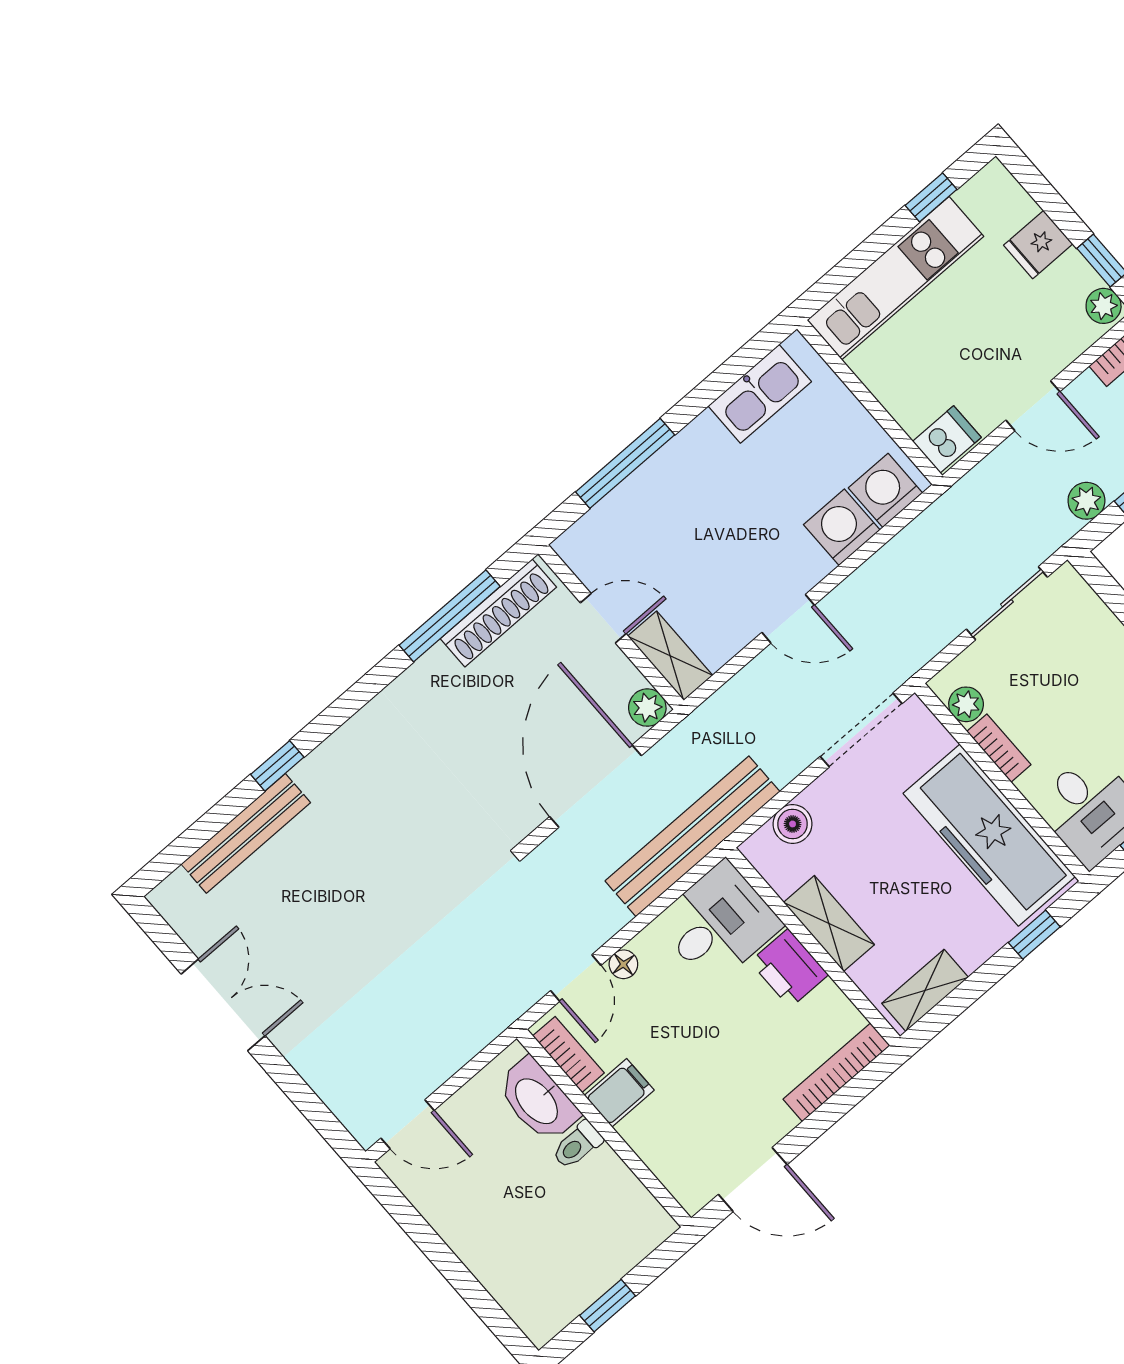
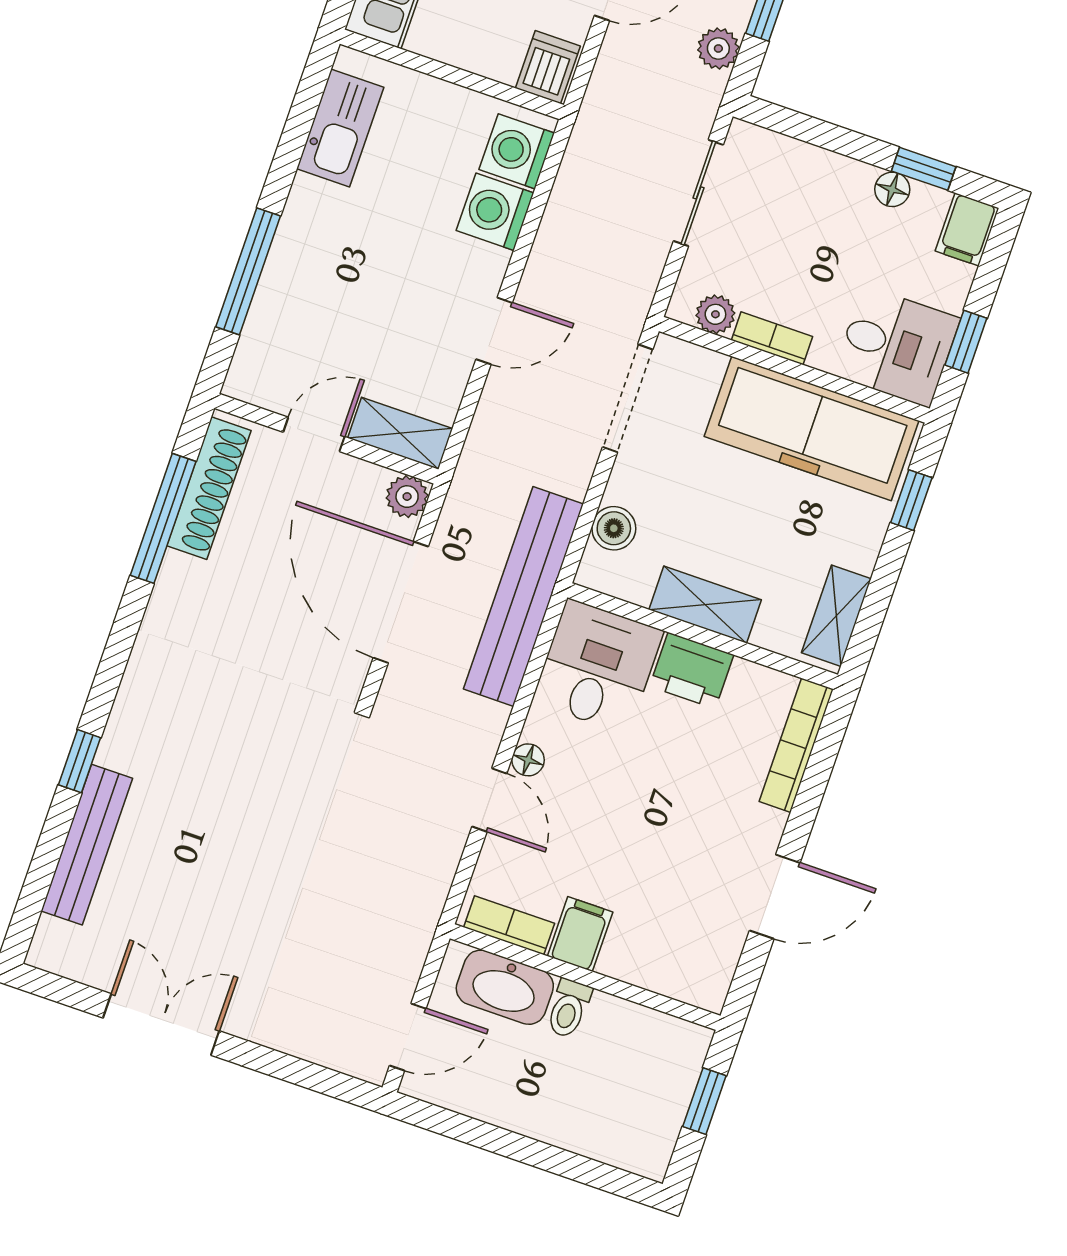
bookcase: (568, 1054) -> (509, 925), moved
filing cabinet: (619, 1093) -> (580, 934), moved
washbasin: (538, 1100) -> (505, 987), moved
wall: (604, 1128) -> (585, 977), moved
toilet: (577, 1145) -> (569, 1009), moved

